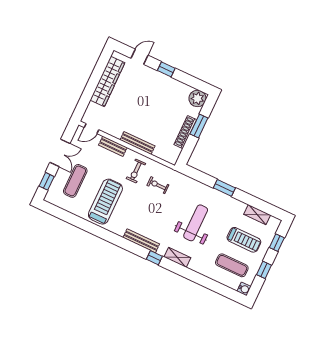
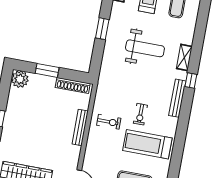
shoe rack: (185, 132) -> (73, 85), moved
bench: (113, 146) -> (90, 151), removed
exercise bike: (158, 185) -> (140, 114), moved
weight bench: (196, 223) -> (145, 48), turned 180

